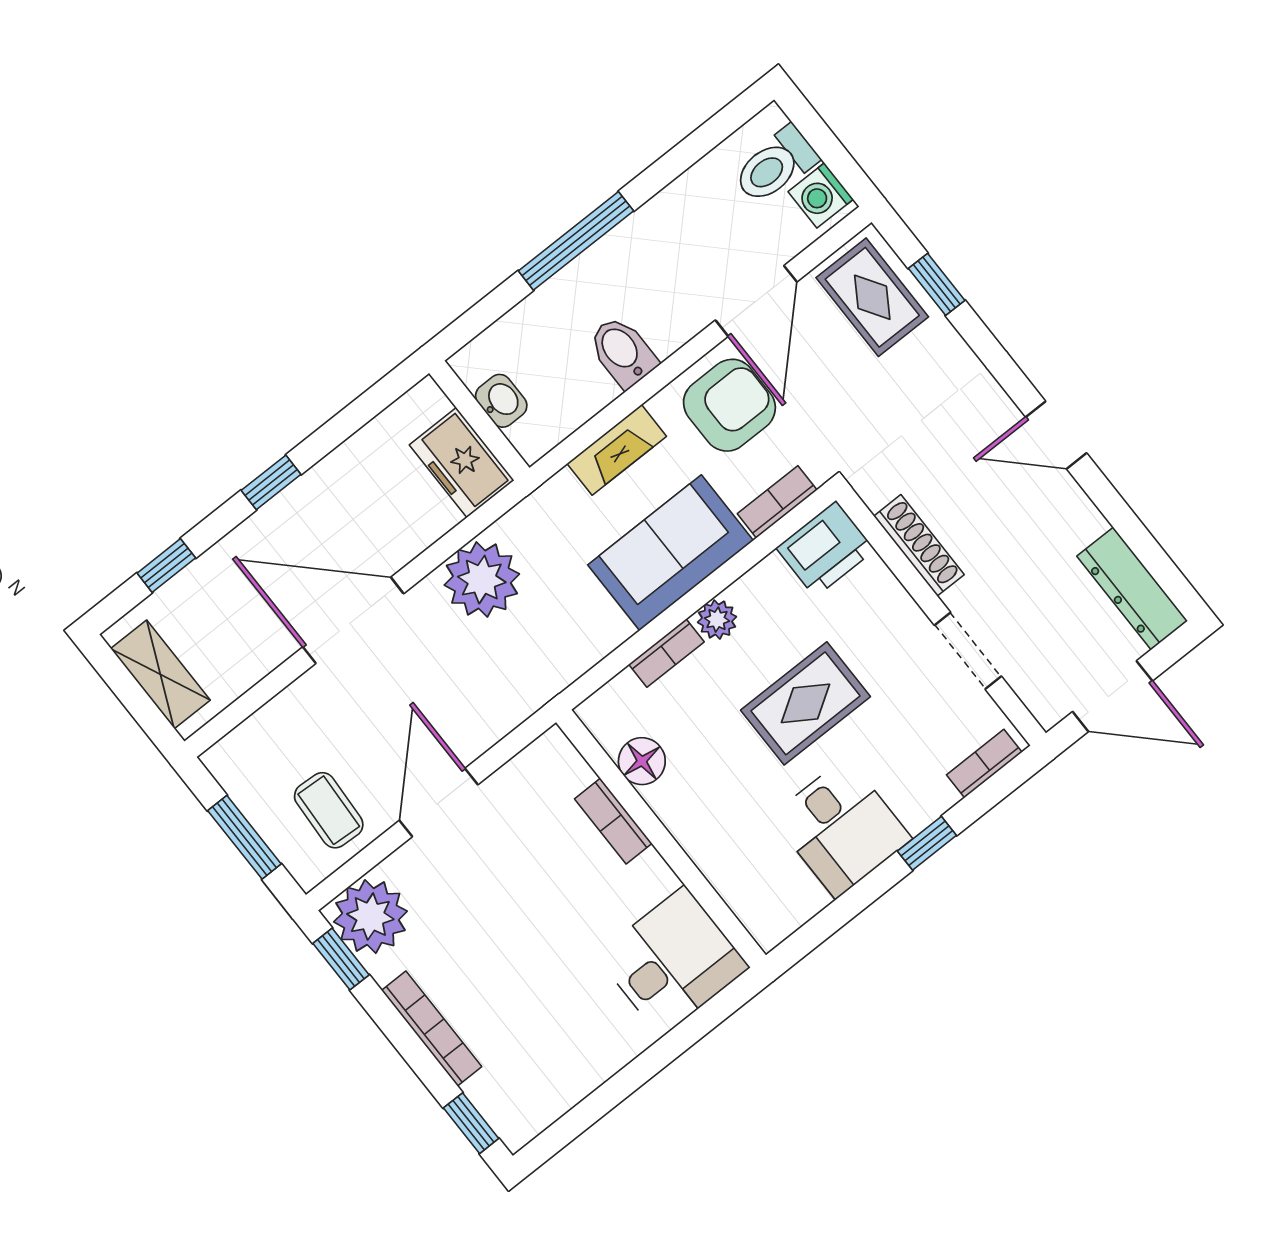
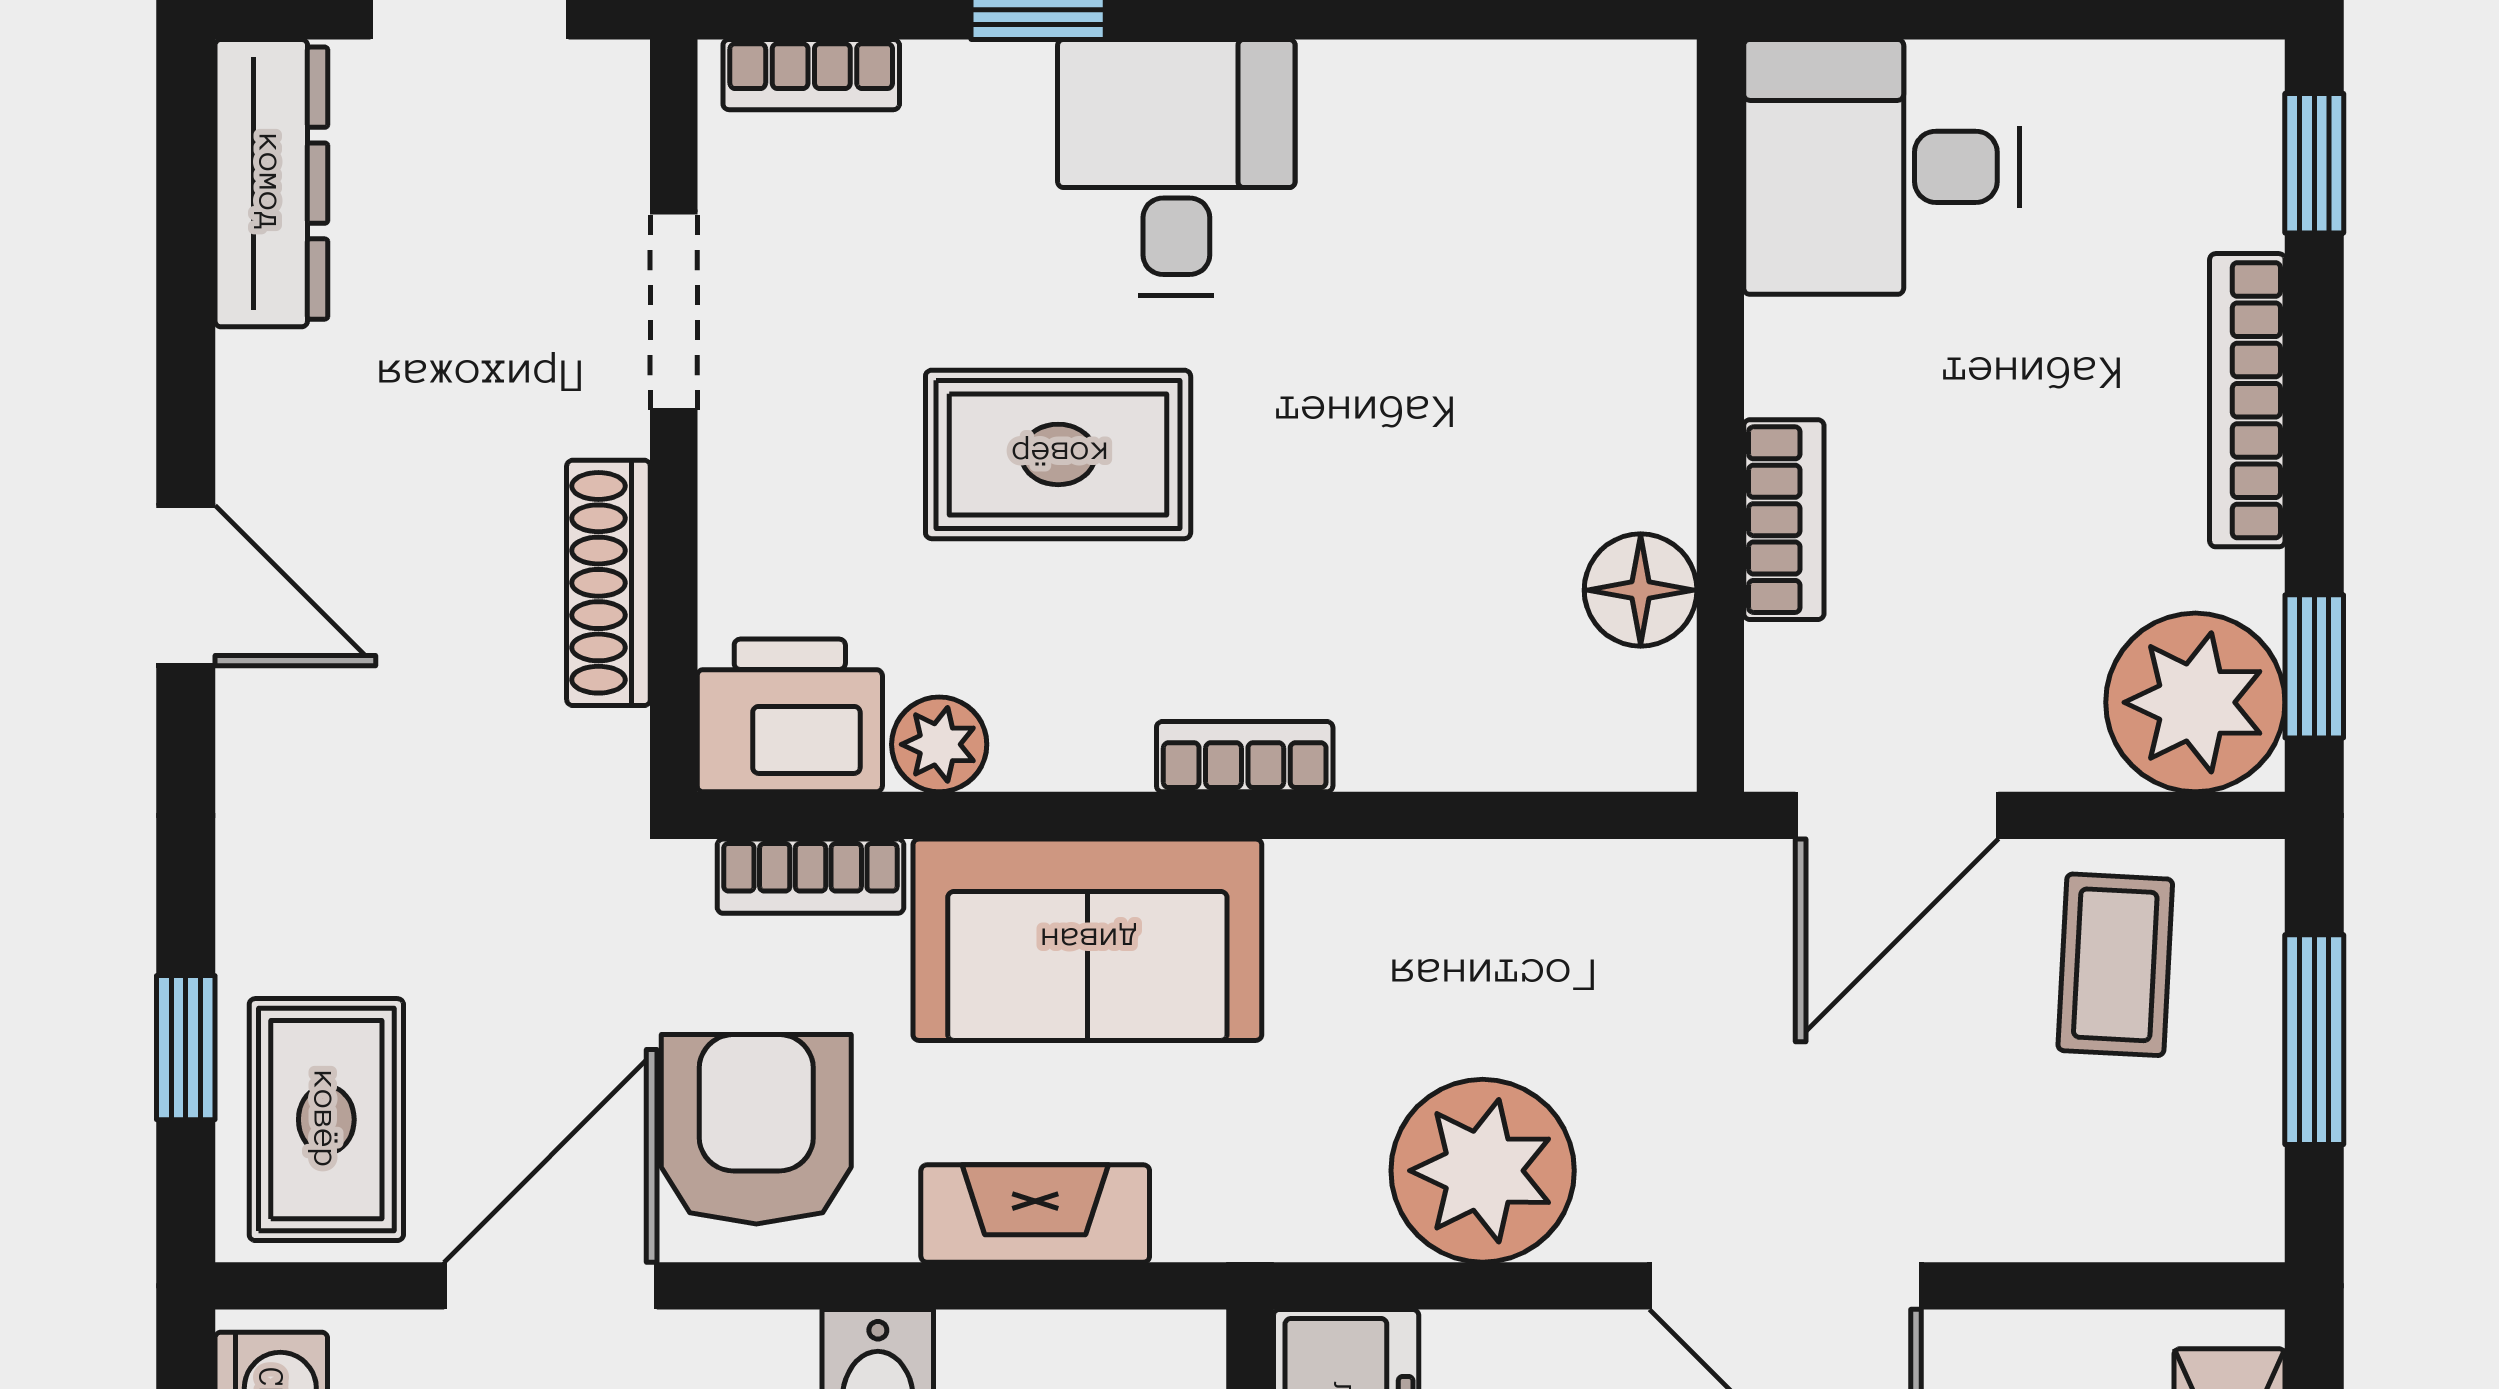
armchair: (729, 405) -> (756, 1129), turned 90
plant: (717, 620) -> (939, 744), moved
floor lamp: (642, 761) -> (1641, 590), moved
bookcase: (613, 821) -> (1784, 520), moved
wall: (661, 839) -> (1720, 416), moved
desk: (673, 961) -> (1881, 167), moved

